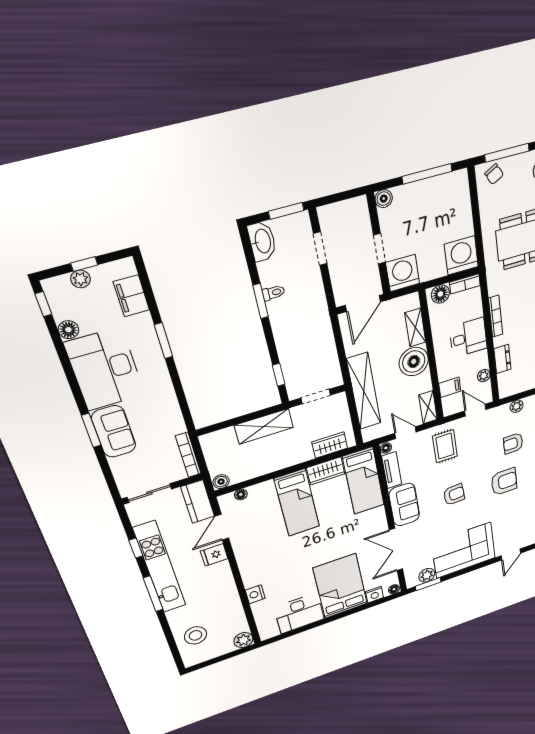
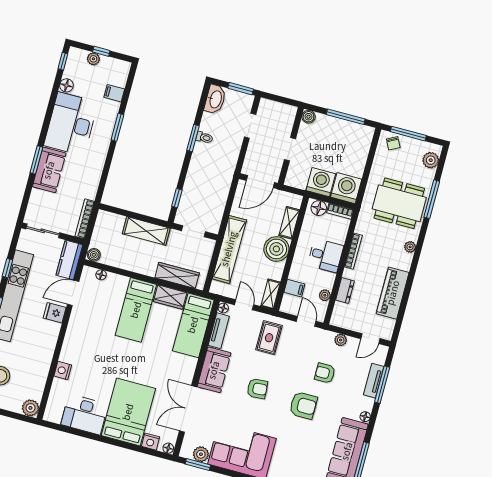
washing machine: (403, 273) -> (321, 182), moved
filing cabinet: (131, 296) -> (114, 93), width x0.50
wardrobe: (330, 445) -> (177, 275), width x1.50

